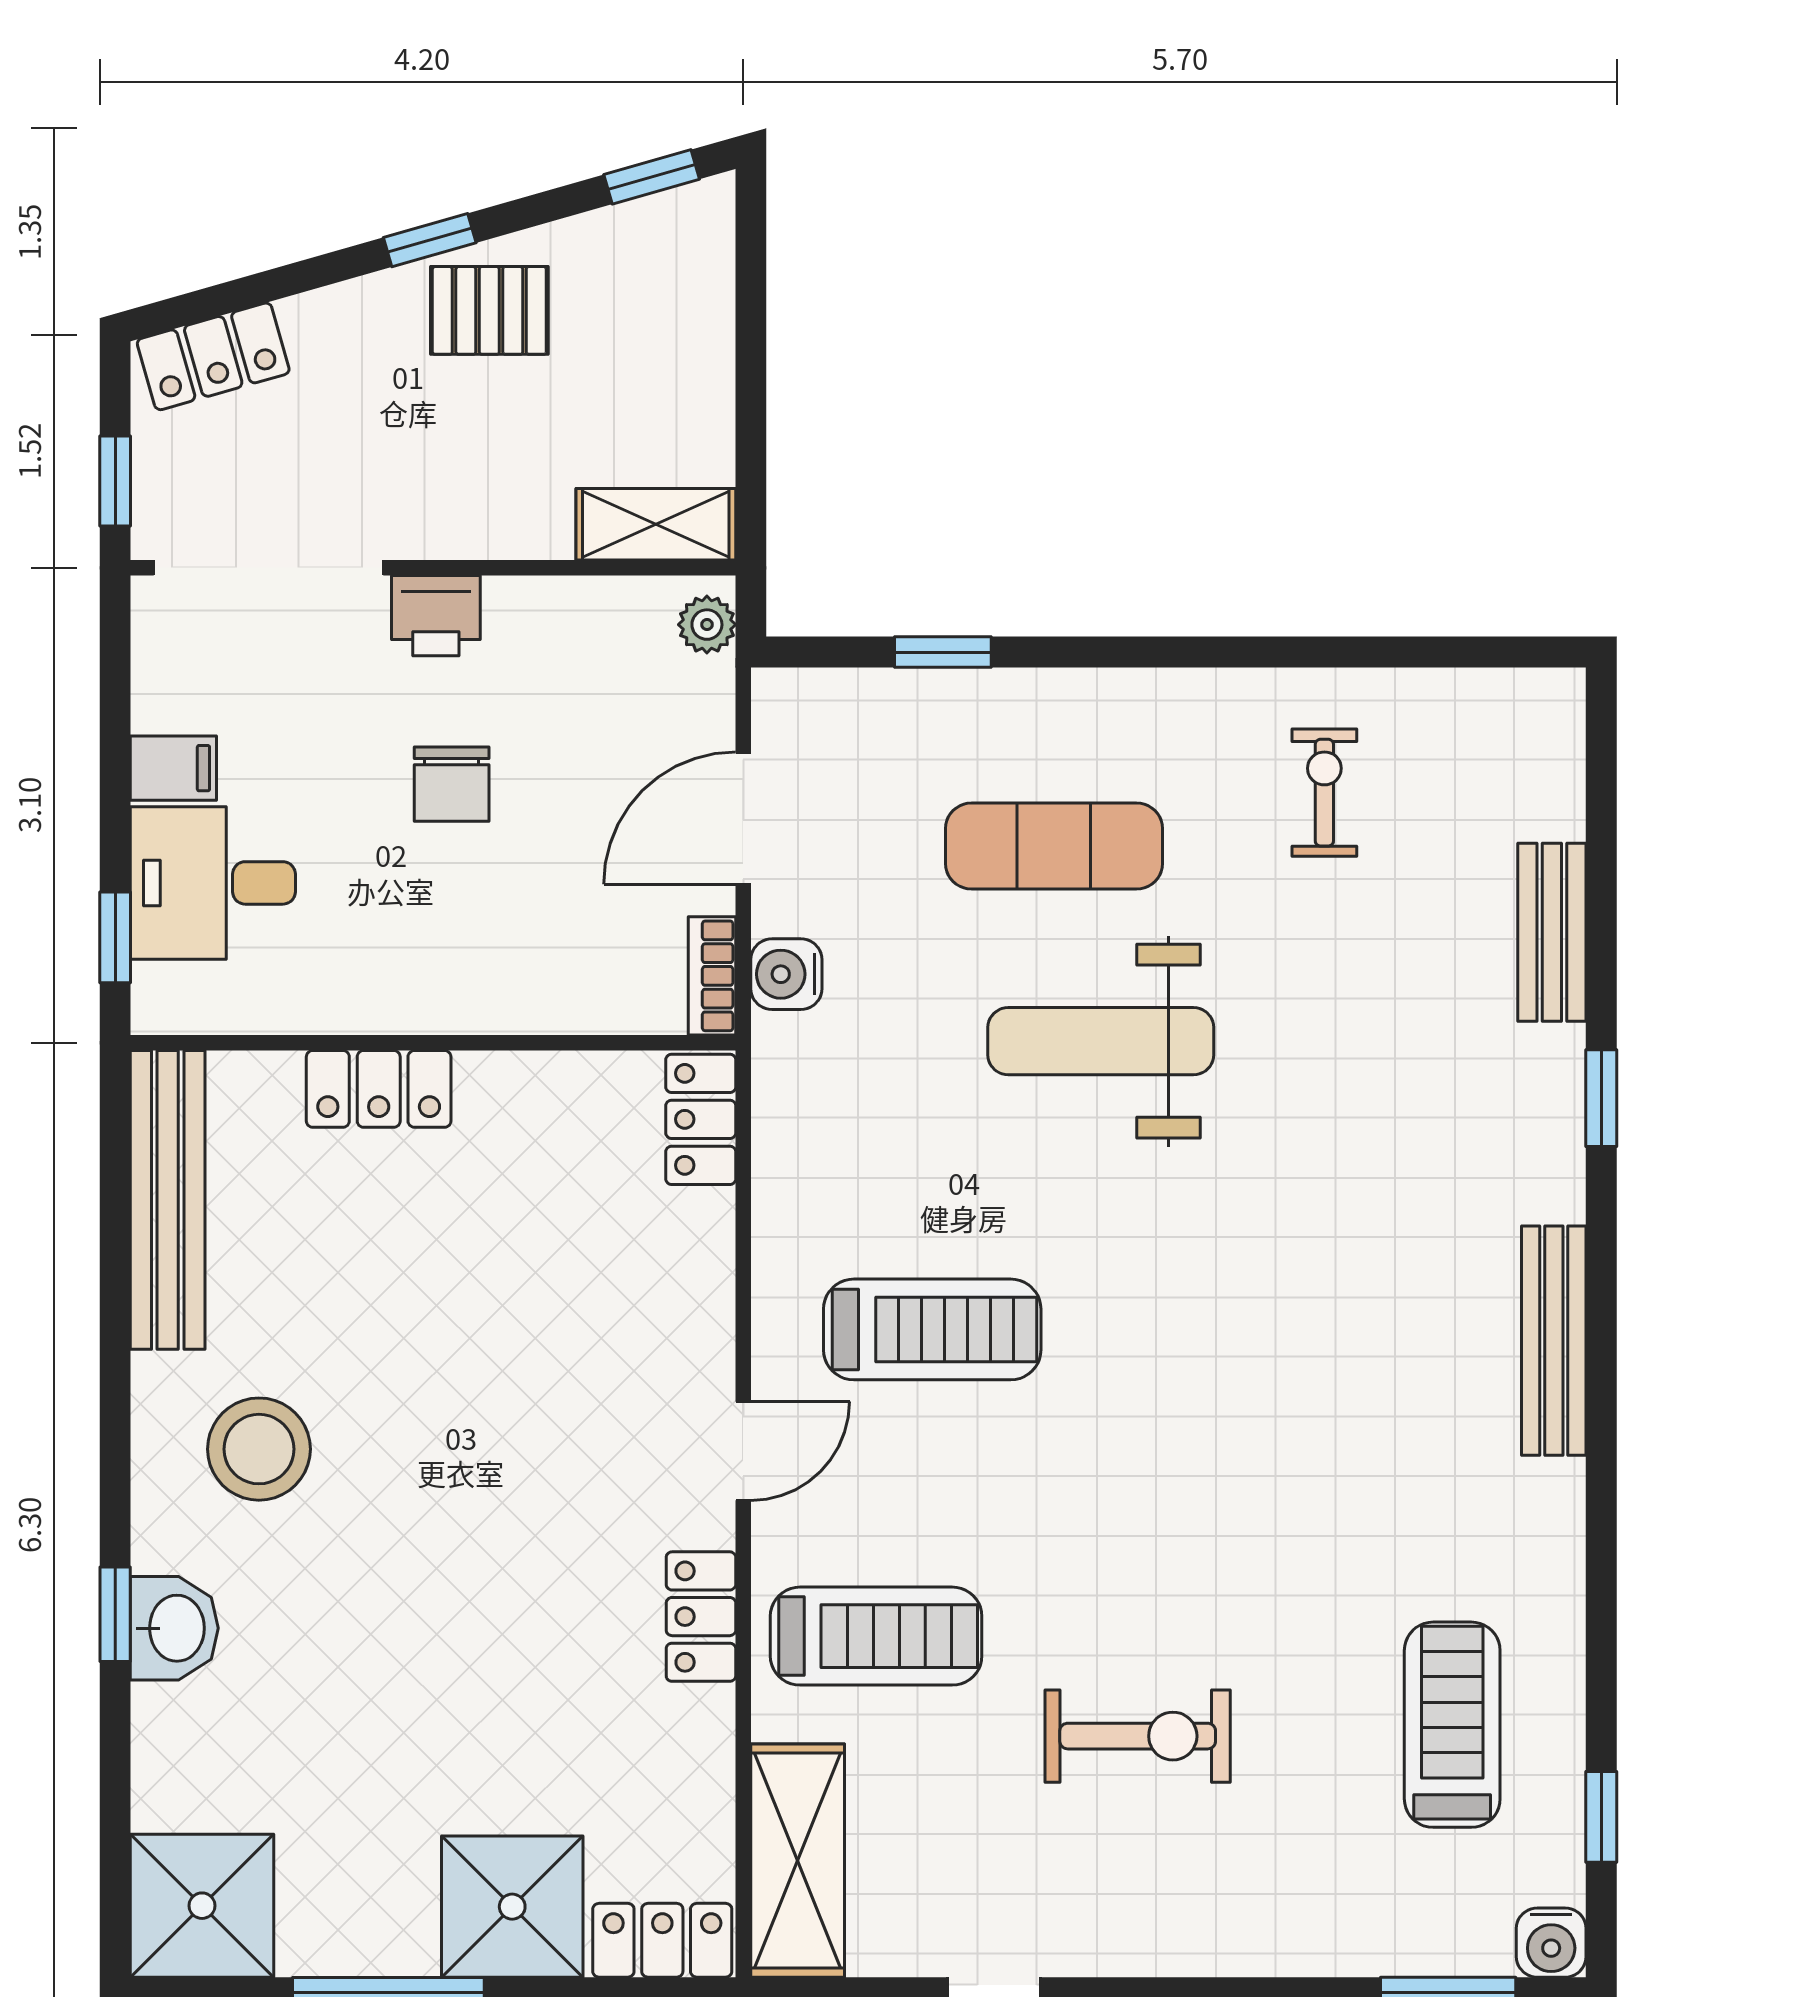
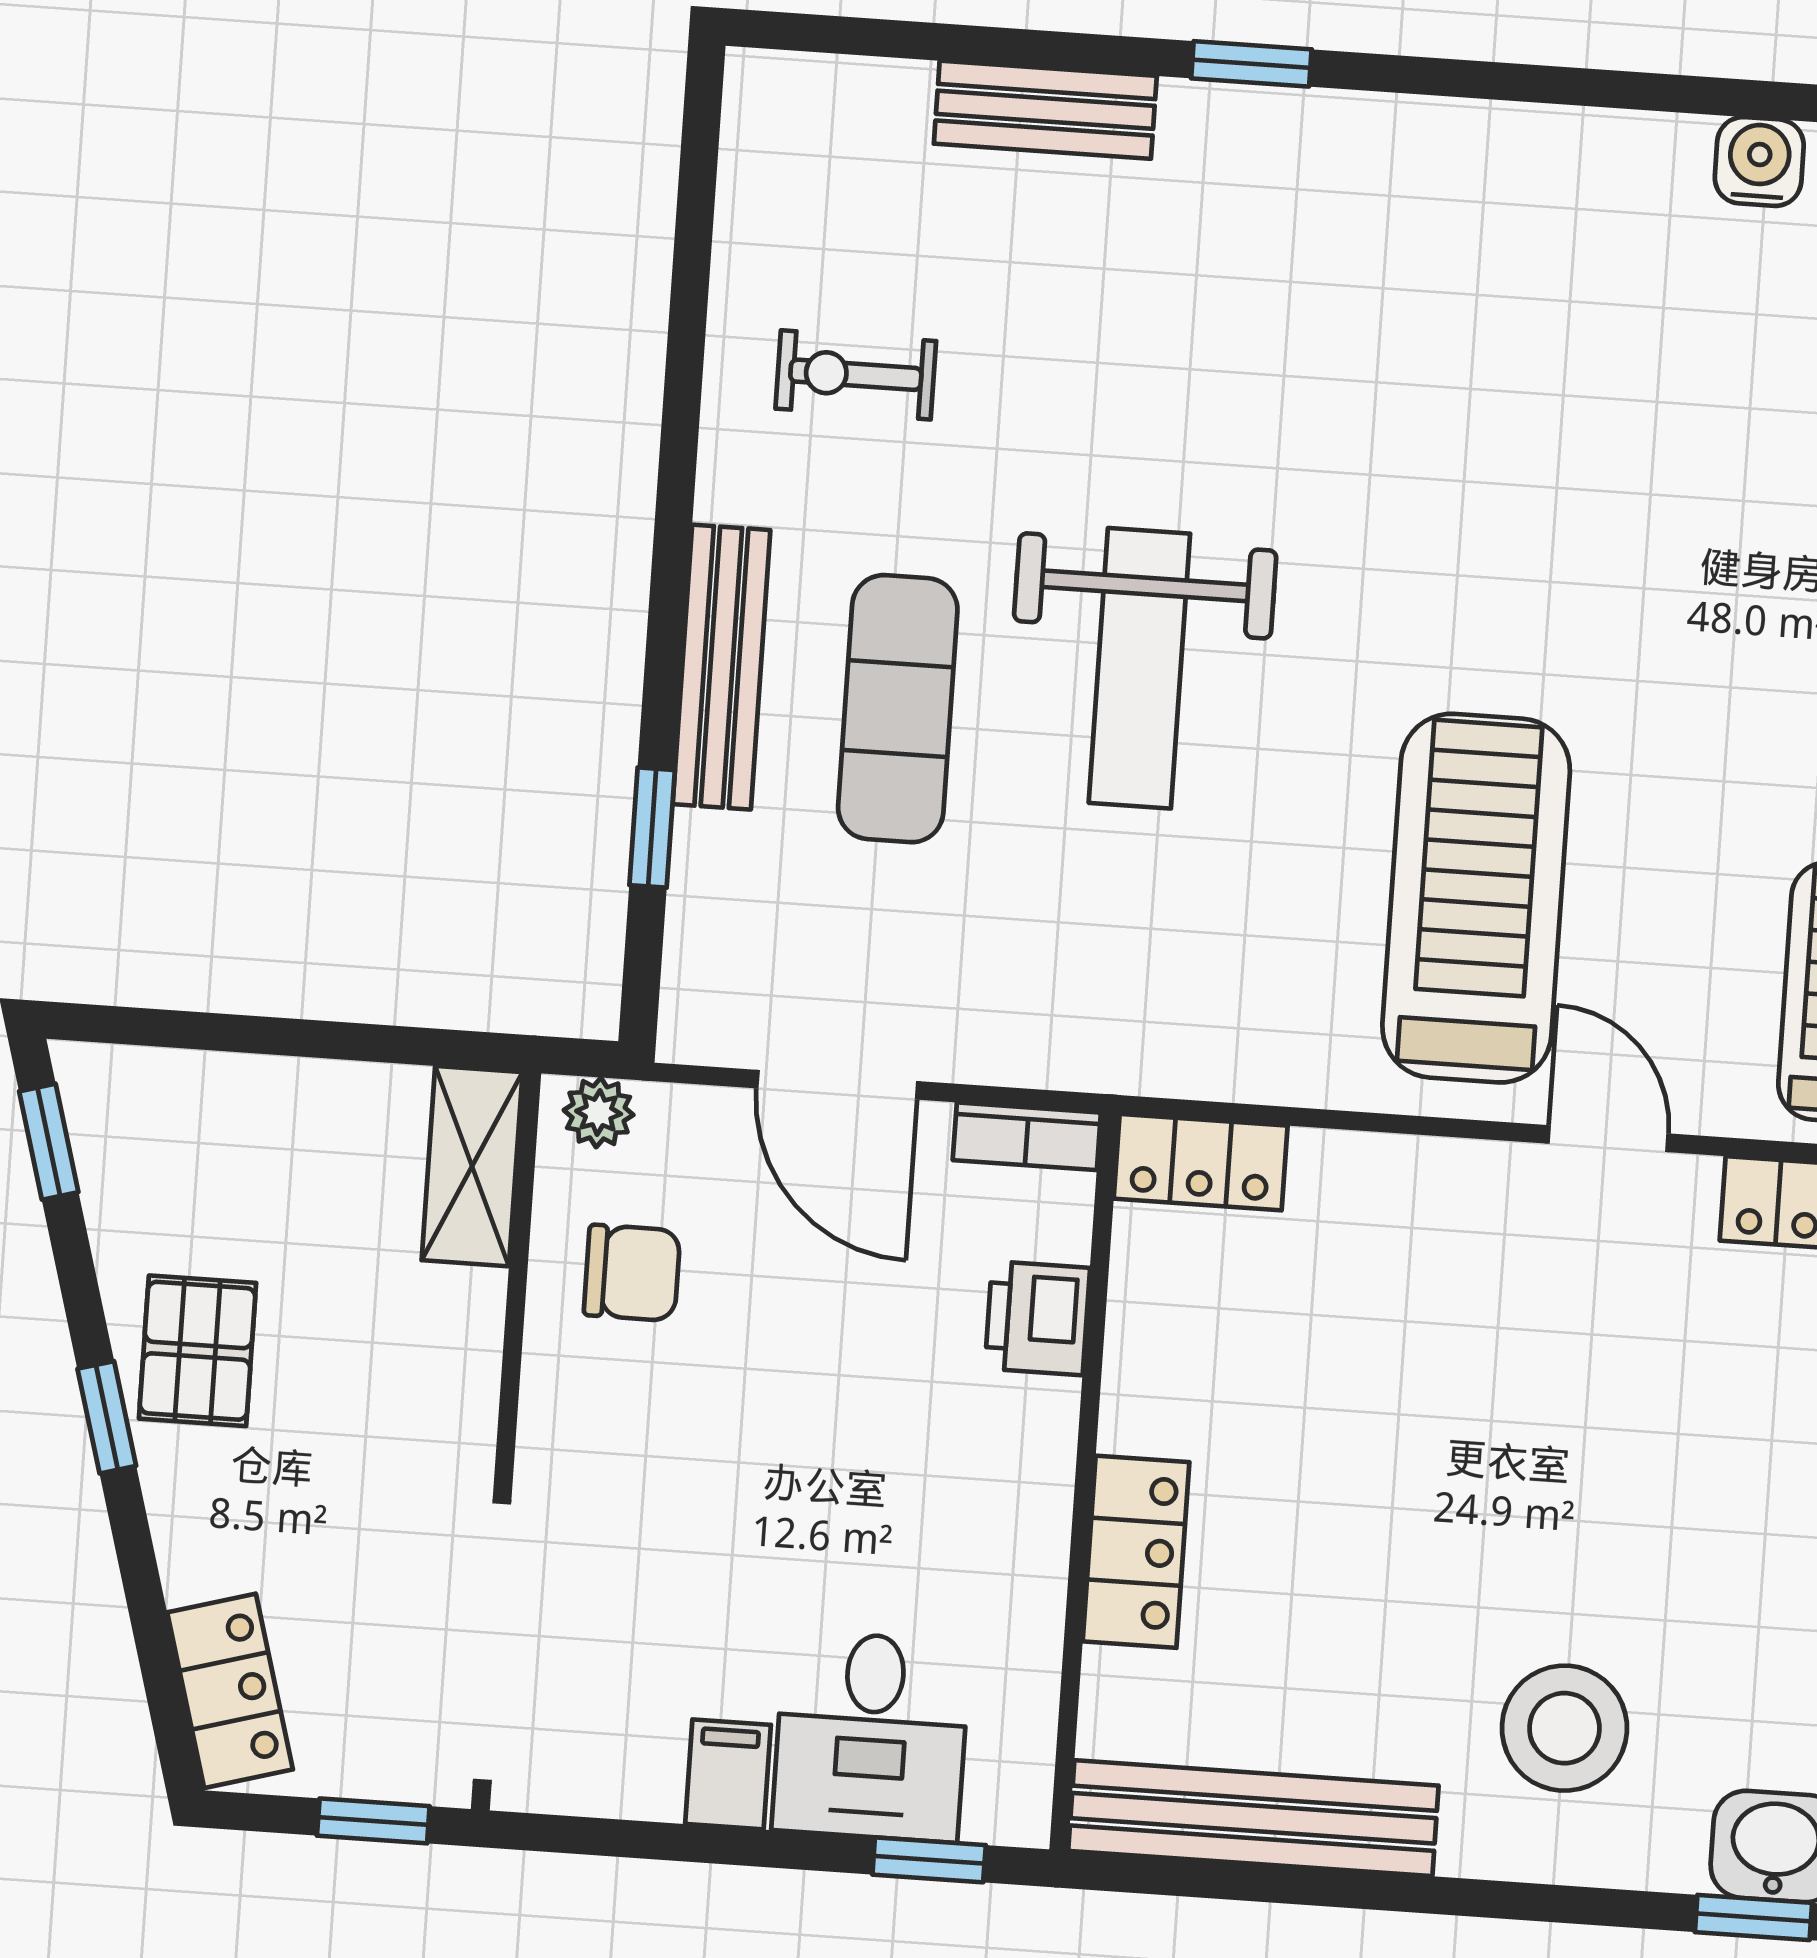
printer: (436, 616) -> (1037, 1318), moved, turned 180
chair: (452, 784) -> (632, 1273), moved
water cooler: (786, 974) -> (1759, 161), moved, turned 180
treadmill: (932, 1329) -> (1476, 898), width x1.37, depth x1.38
bench: (1554, 1341) -> (721, 667), moved, turned 90

